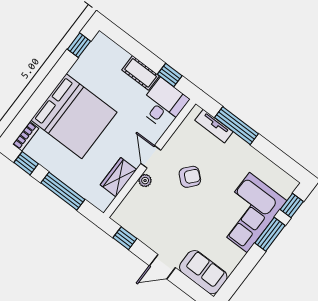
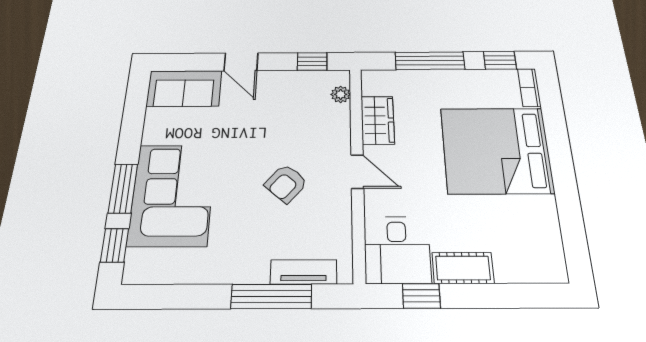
window: (79, 45) -> (575, 242), removed
plant: (145, 181) -> (341, 94), moved
door: (162, 267) -> (241, 62), swing flipped

